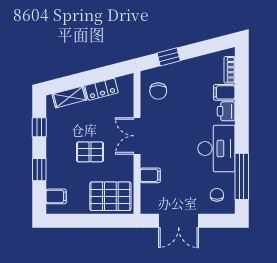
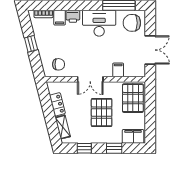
window: (169, 57) -> (31, 44), moved
pallet: (90, 152) -> (102, 113), width x1.50, depth x1.42
chair: (217, 195) -> (132, 23), width x1.87, depth x1.87
filing cabinet: (56, 196) -> (133, 136), width x2.00

